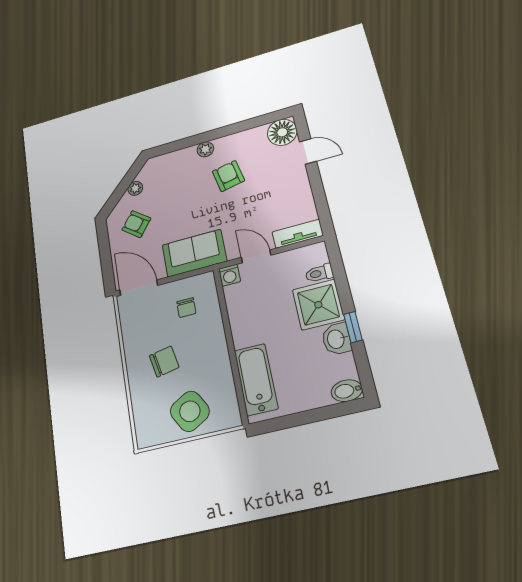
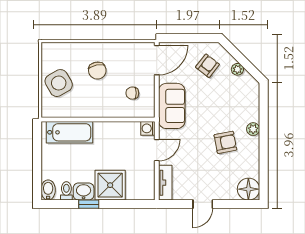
door: (308, 151) -> (203, 204), moved
toilet: (319, 273) -> (66, 191), moved

